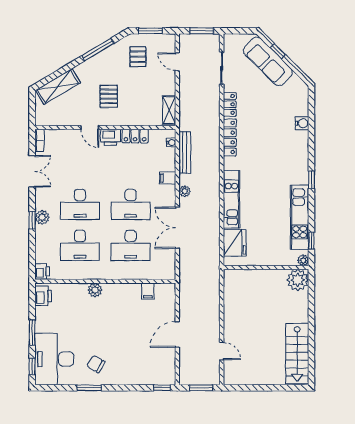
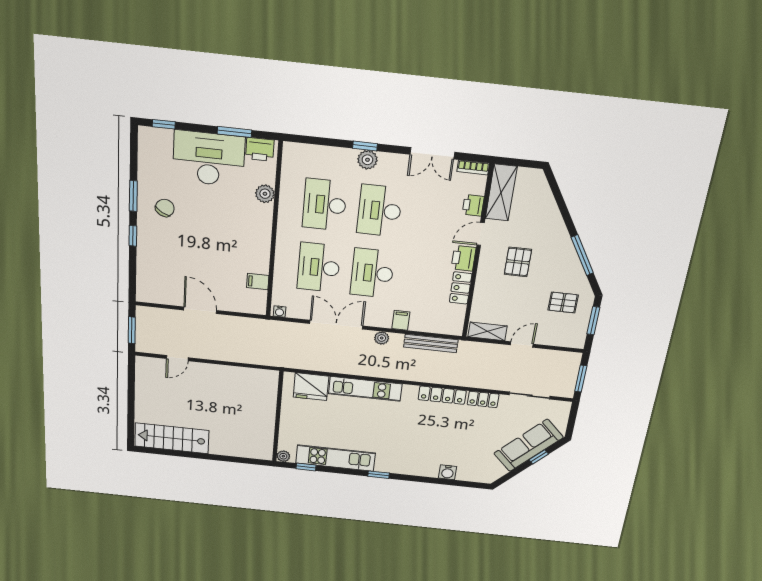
door: (177, 62) -> (522, 345), moved
shelving: (58, 86) -> (501, 193), moved, turned 31
pallet: (109, 96) -> (518, 262), turned 90
water cooler: (171, 143) -> (280, 311), moved
printer: (42, 271) -> (473, 205), moved, turned 90
plant: (298, 280) -> (260, 448), removed
plant: (95, 290) -> (265, 194), moved
window: (32, 333) -> (234, 132), moved
desk: (54, 359) -> (209, 159), moved
window: (162, 388) -> (133, 236), moved

